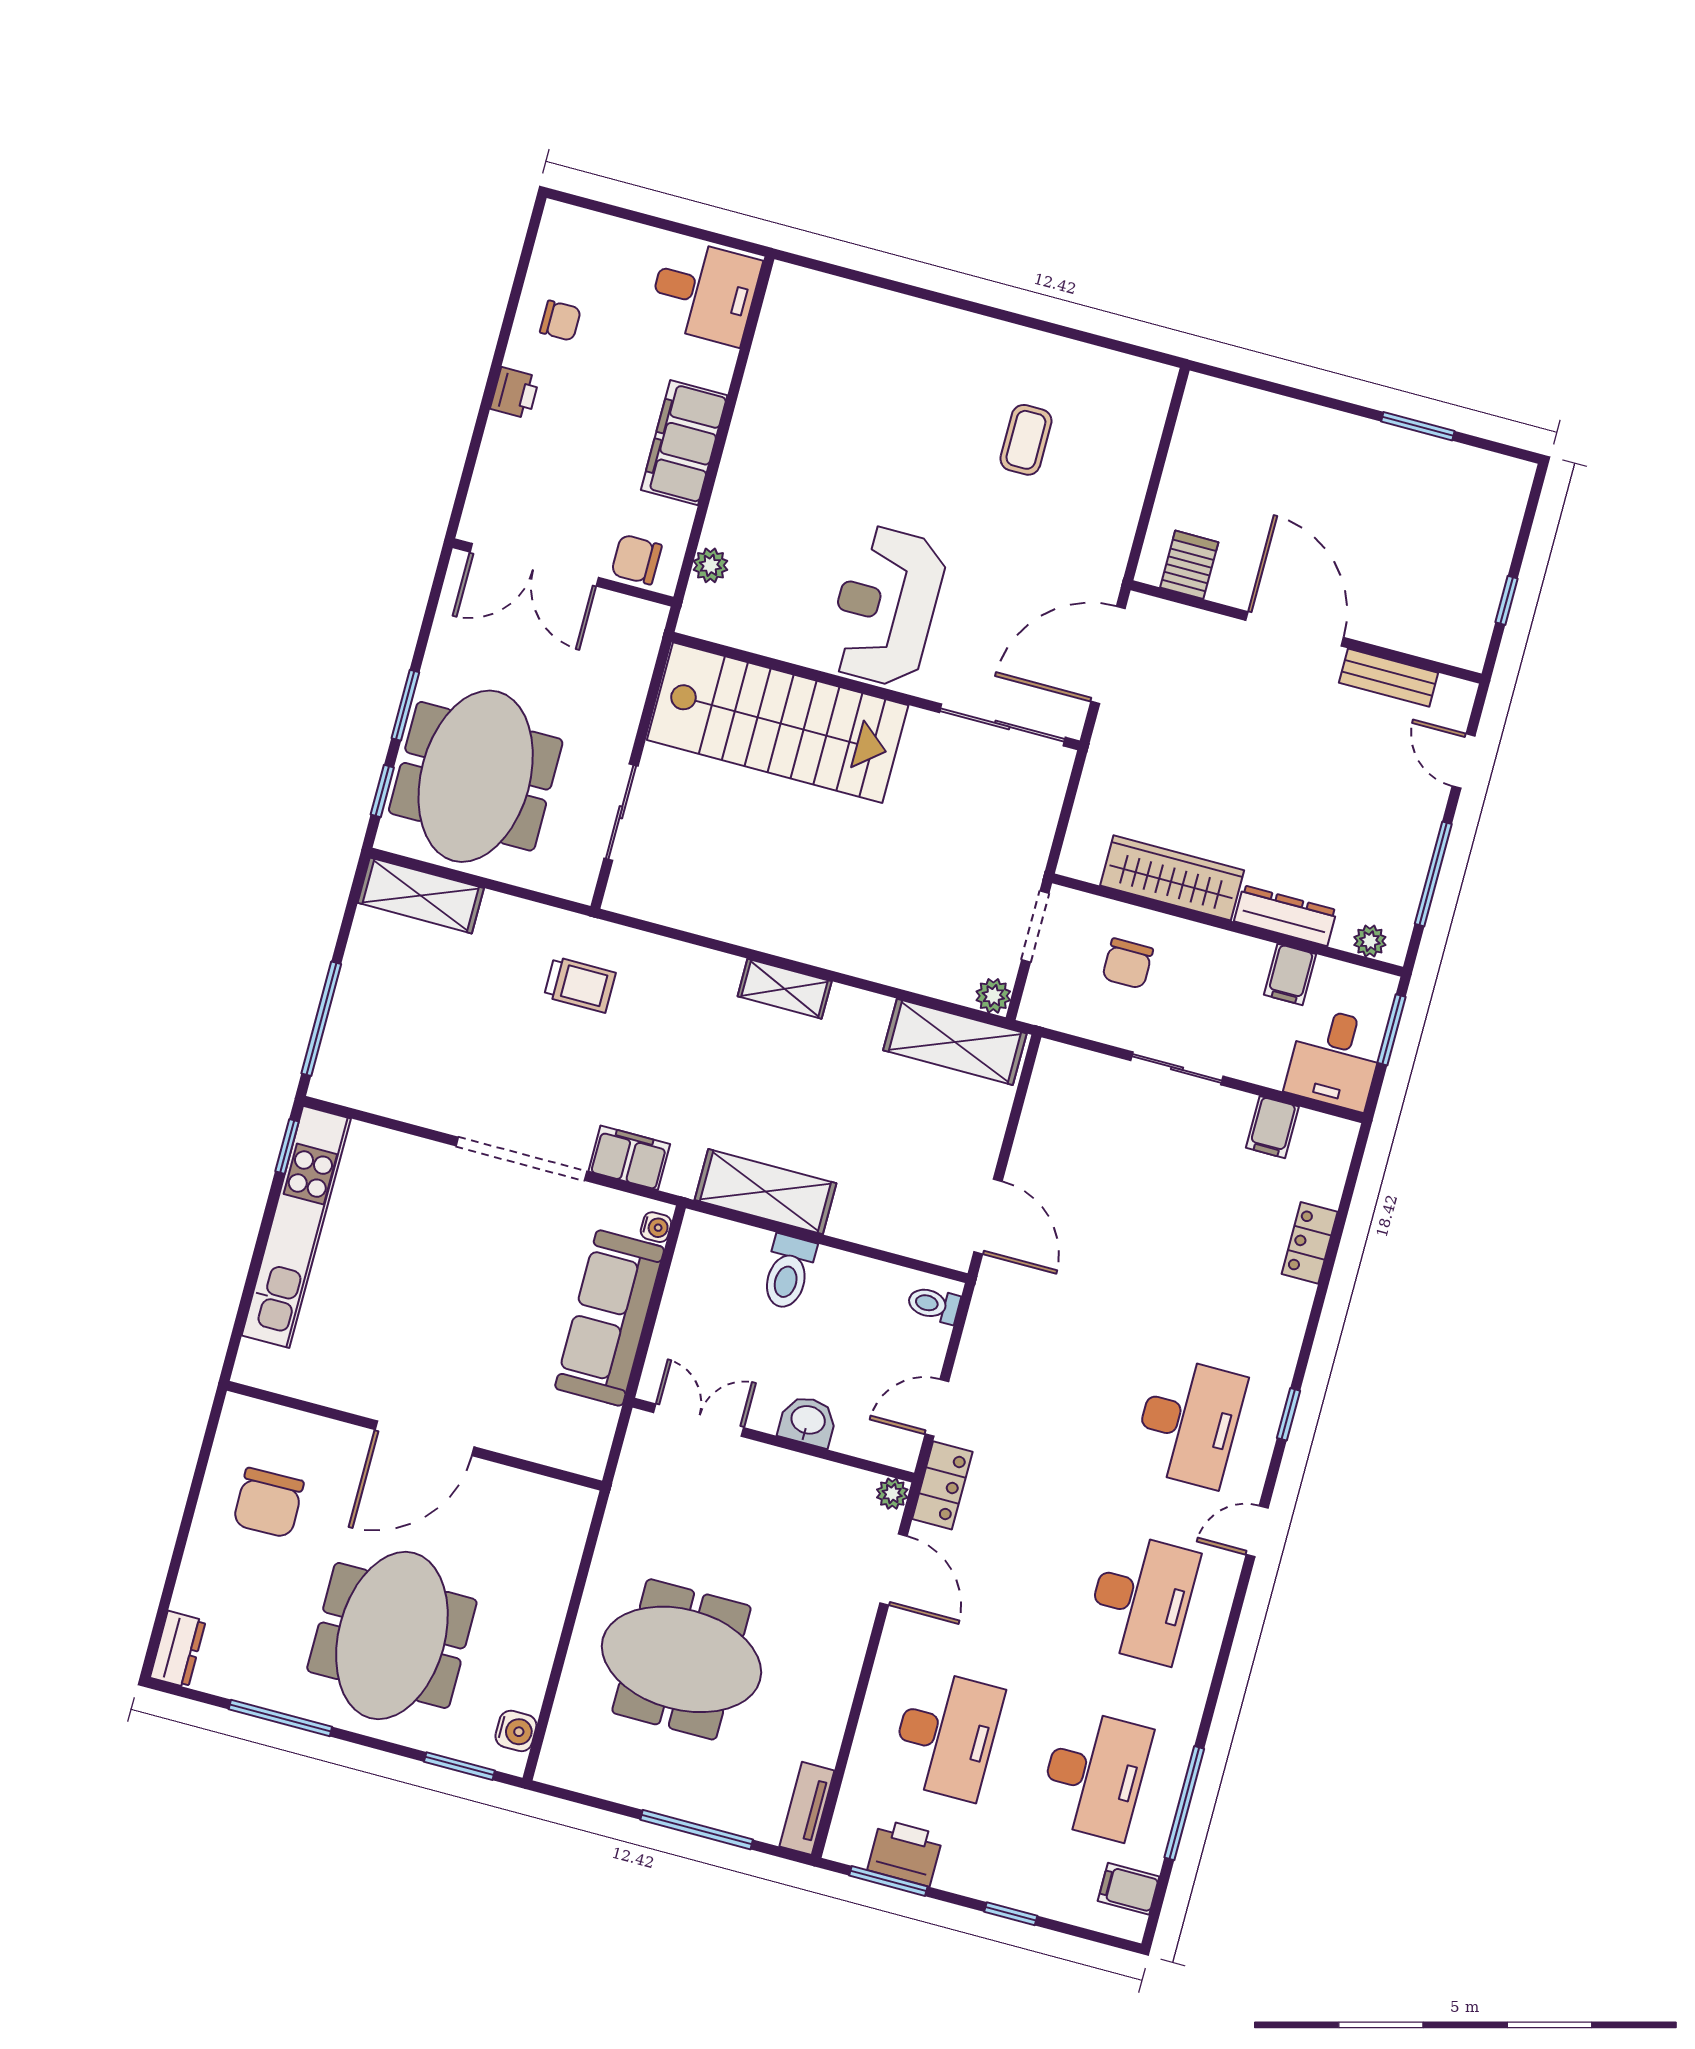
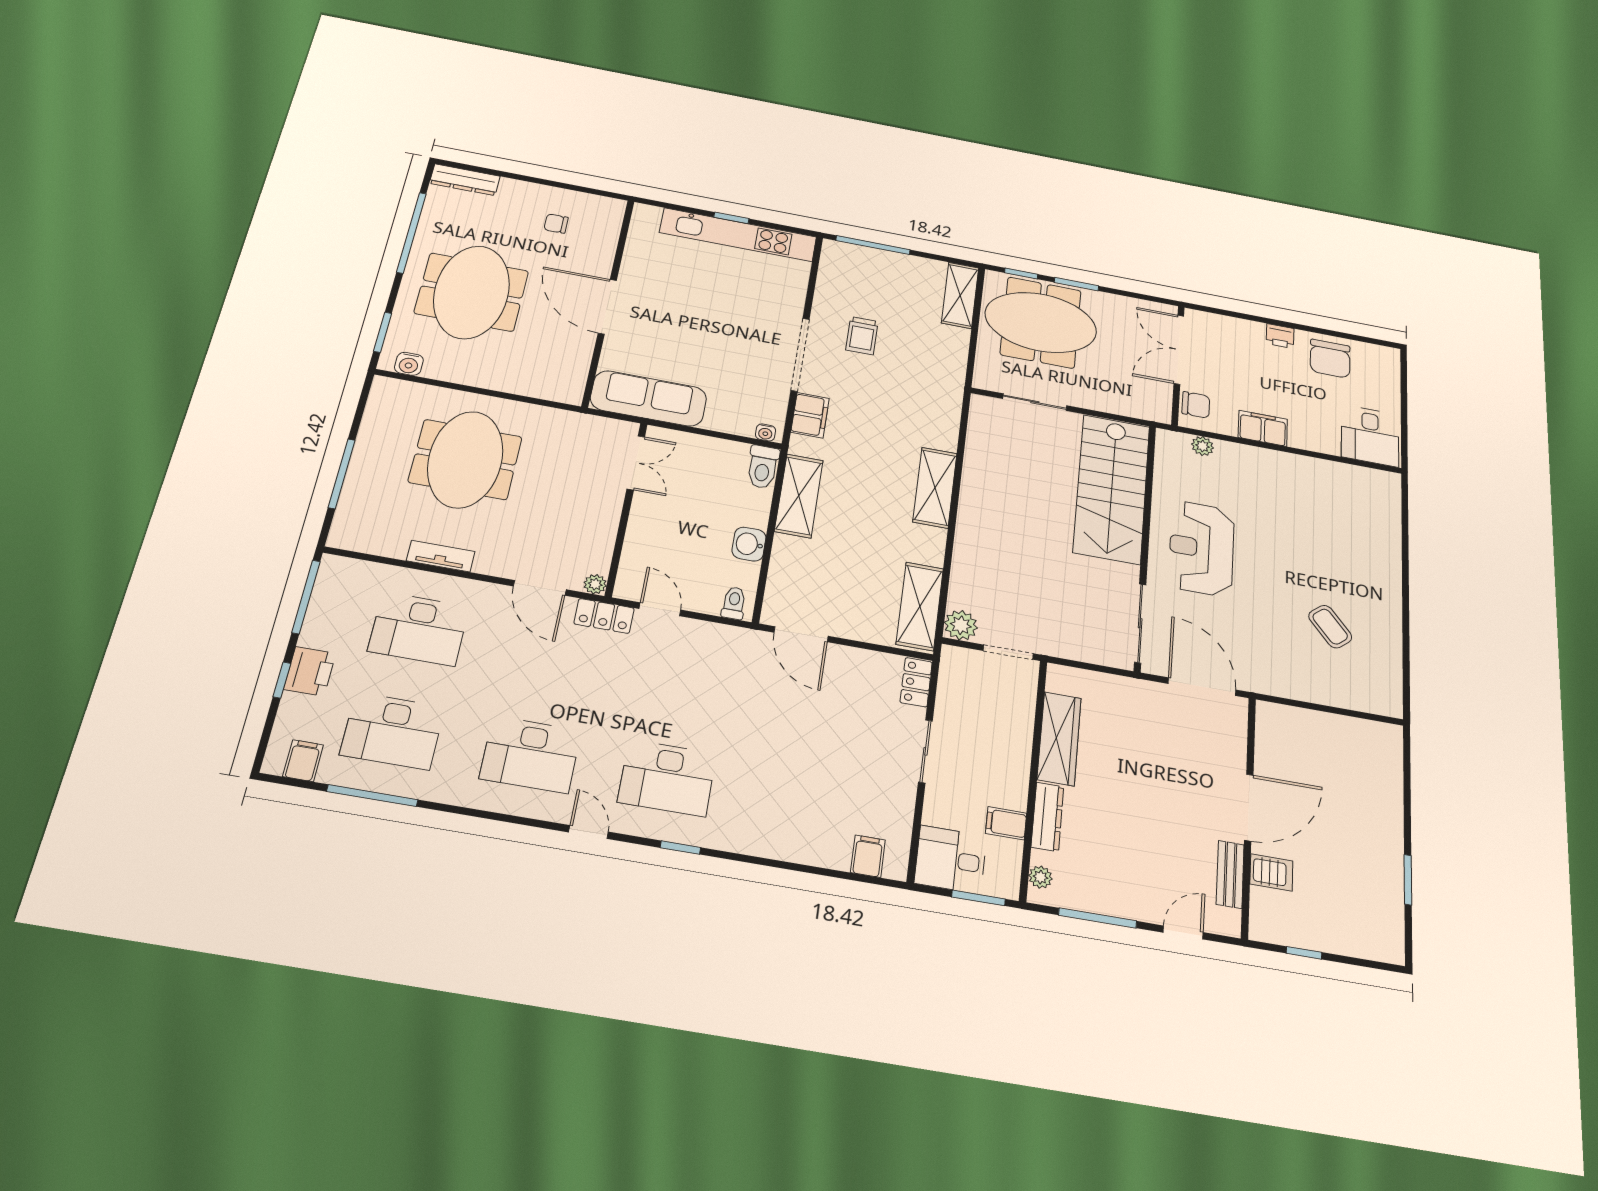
chair: (560, 321) -> (1330, 359), width x1.87, depth x1.87
coffee table: (1026, 440) -> (1330, 627), turned 50
filing cabinet: (684, 443) -> (1263, 428), width x0.67, depth x0.86
chair: (636, 560) -> (1196, 405), turned 90
server rack: (1189, 565) -> (1271, 872), moved
reception desk: (886, 606) -> (1202, 548), turned -90
chair: (1128, 964) -> (994, 713), removed
trolley: (580, 985) -> (862, 336), moved
shelving: (785, 989) -> (935, 488), width x1.50, depth x1.33
plant: (993, 996) -> (961, 625), width x1.38, depth x1.38
filing cabinet: (1272, 1127) -> (868, 856), moved, turned 90
window: (287, 1146) -> (731, 218), moved
door: (988, 1216) -> (801, 634), hinge flipped
locker: (1310, 1243) -> (916, 682), moved, turned -90
toilet: (788, 1272) -> (763, 467), moved, turned -90
sofa: (610, 1318) -> (649, 398), moved
washbasin: (808, 1421) -> (749, 544), moved, turned 180
chair: (268, 1503) -> (556, 224), width x0.54, depth x0.54
door: (894, 1569) -> (540, 588), hinge flipped
meeting table: (392, 1635) -> (472, 292), turned 90
dresser: (178, 1649) -> (465, 180), width x1.44
window: (280, 1718) -> (411, 233), width x1.46
tv unit: (807, 1808) -> (441, 556), moved
printer: (905, 1853) -> (310, 671), moved
window: (888, 1881) -> (306, 597), width x1.44

